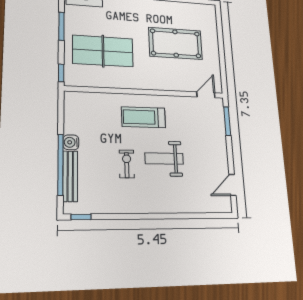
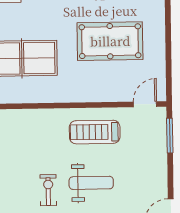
treadmill: (144, 117) -> (95, 132), moved
weight bench: (164, 159) -> (91, 183), turned 180

